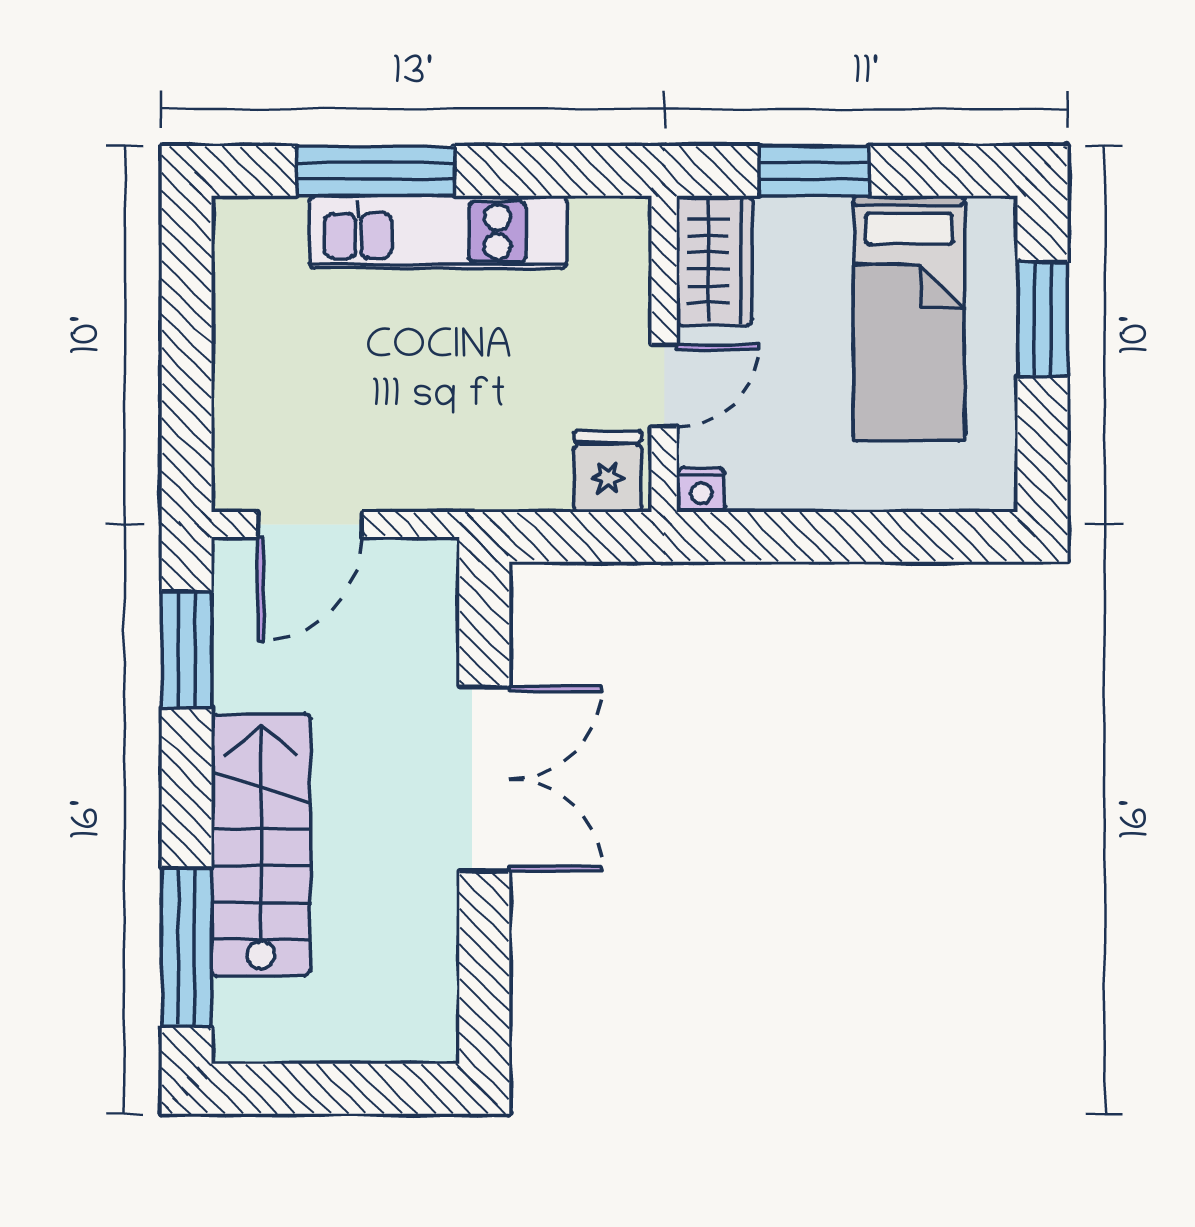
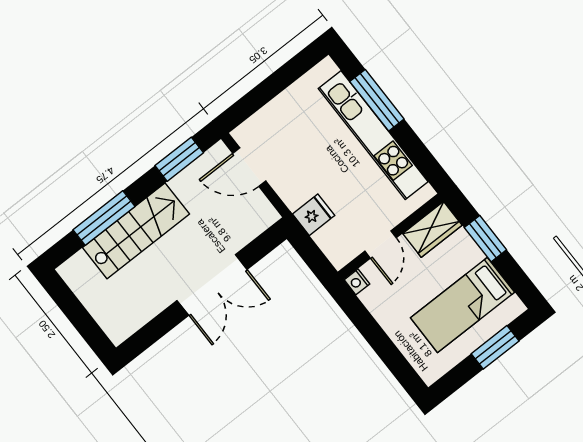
kitchen unit: (438, 232) -> (373, 135), width x1.36
door: (664, 386) -> (381, 244), hinge flipped
fridge: (608, 471) -> (314, 215), moved
window: (187, 947) -> (104, 218), moved

